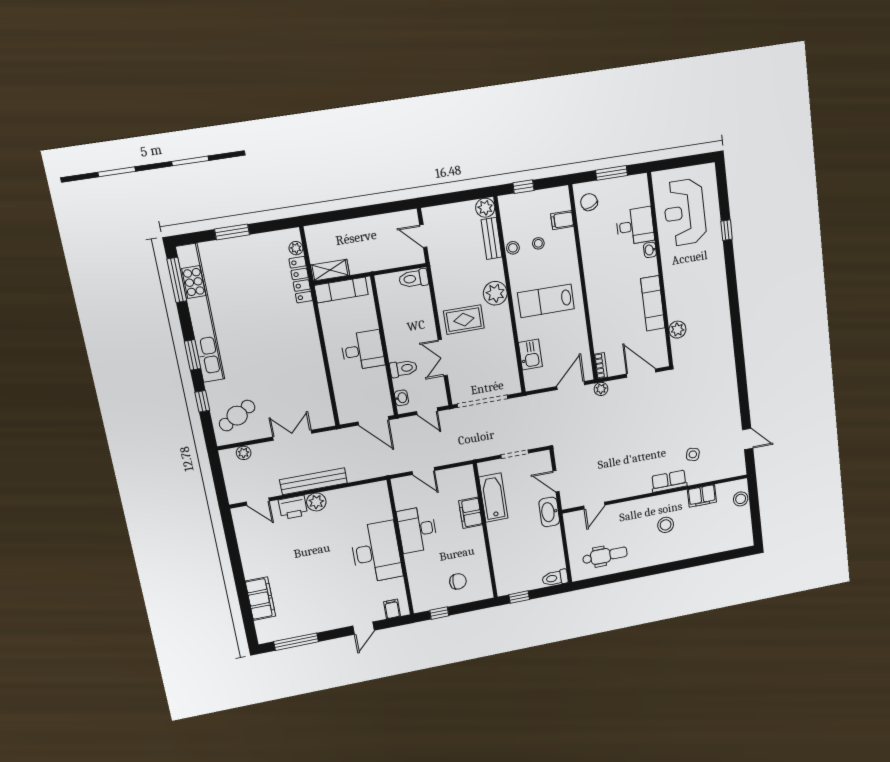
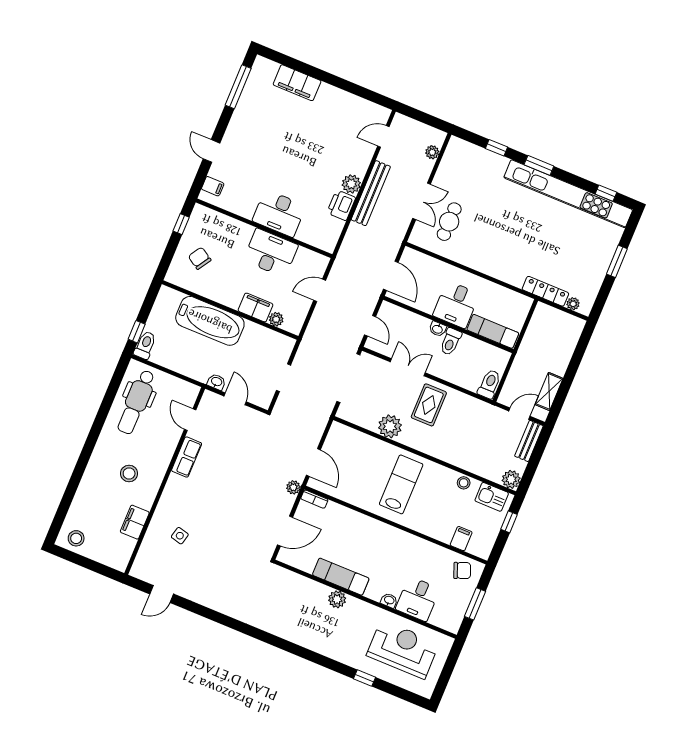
bench: (492, 238) -> (529, 441), moved, turned 90
stool: (538, 243) -> (454, 507), removed
shelving: (330, 270) -> (549, 391), moved
window: (177, 280) -> (606, 193), width x0.46
exam couch: (341, 290) -> (493, 331), moved, turned 90
plant: (495, 293) -> (390, 426), moved
plant: (677, 330) -> (337, 599), moved
kitchen sink: (530, 355) -> (492, 497), moved
toilet: (403, 368) -> (451, 342), moved
washbasin: (401, 398) -> (438, 329), moved
door: (427, 411) -> (370, 326), swing flipped
cafe table: (237, 416) -> (449, 222), moved, turned 30
door: (373, 421) -> (391, 276), swing flipped
door: (556, 481) -> (235, 399), hinge flipped
row of seats: (669, 481) -> (187, 457), moved
plant: (470, 490) -> (276, 319), added
bathtub: (493, 498) -> (210, 321), moved, width x1.36, depth x1.36
stool: (741, 499) -> (76, 538), moved
printer: (293, 507) -> (341, 205), moved
washbasin: (549, 512) -> (216, 382), width x0.52, depth x0.69
desk: (376, 552) -> (279, 213), width x0.73, depth x0.77
dental chair: (605, 556) -> (136, 402), width x1.36, depth x1.38
chair: (458, 581) -> (200, 258), turned 122
window: (519, 597) -> (137, 332), moved

